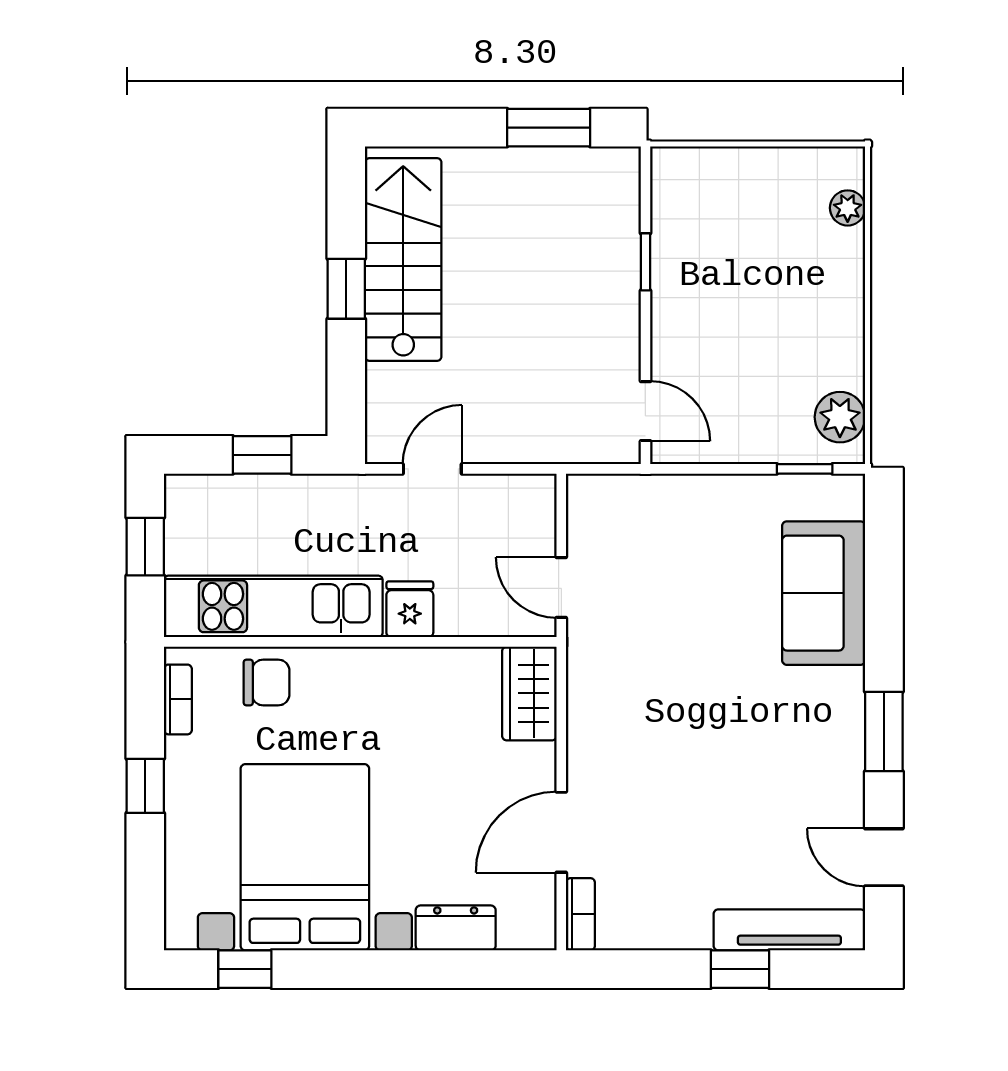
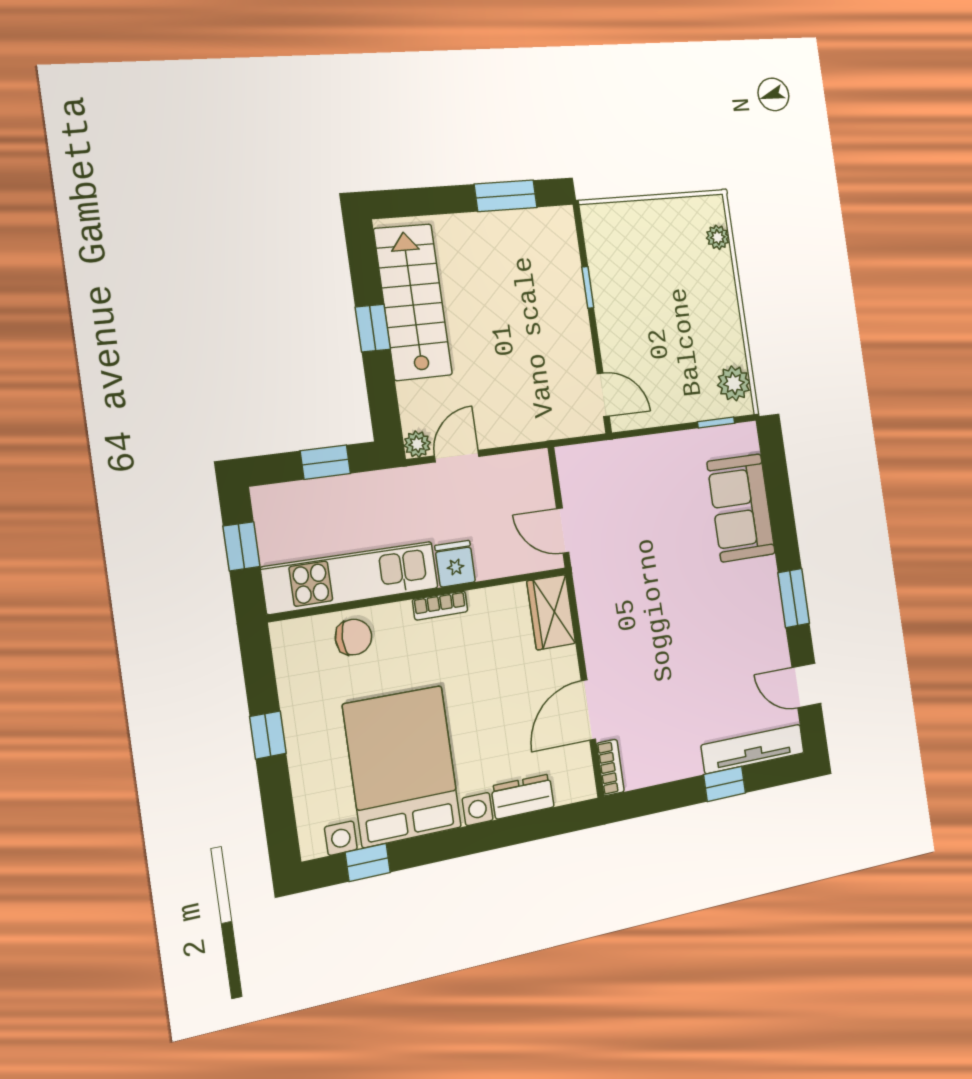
plant: (383, 447) -> (417, 444), added
bookcase: (178, 699) -> (440, 606), moved, turned 90

